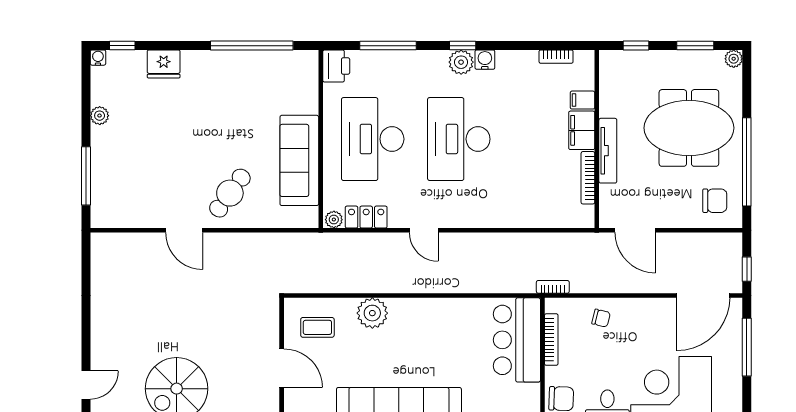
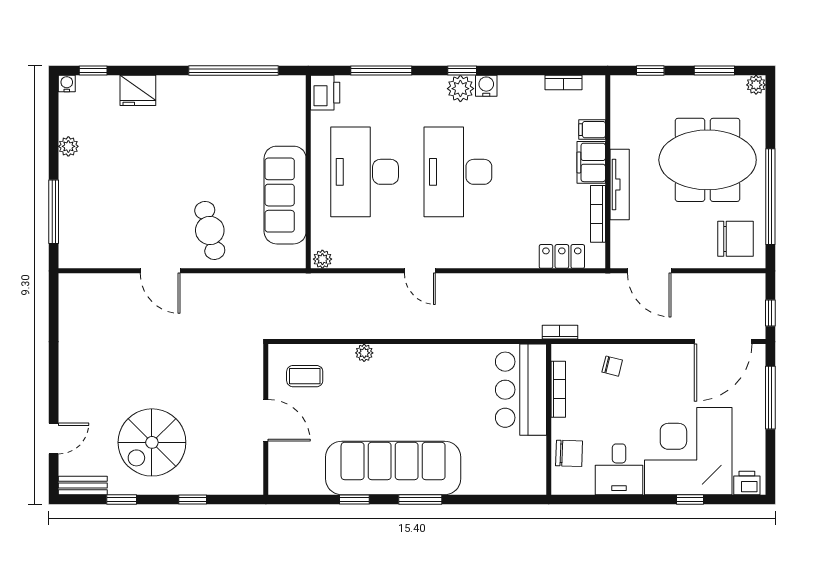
cafe table: (230, 193) -> (210, 230), turned -50
chair: (715, 201) -> (736, 239), width x1.37, depth x1.37
locker: (366, 217) -> (562, 256), moved
plant: (372, 313) -> (364, 353), width x0.53, depth x0.53

